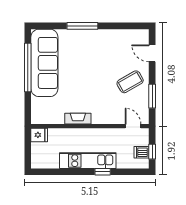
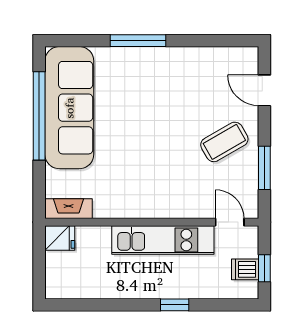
fireplace: (78, 119) -> (69, 209), moved
kitchen unit: (88, 161) -> (163, 240), moved, turned 180

